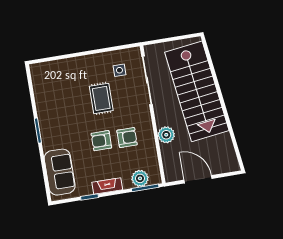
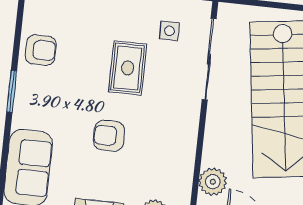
plant: (166, 135) -> (213, 182), moved
armchair: (127, 138) -> (41, 50), moved

